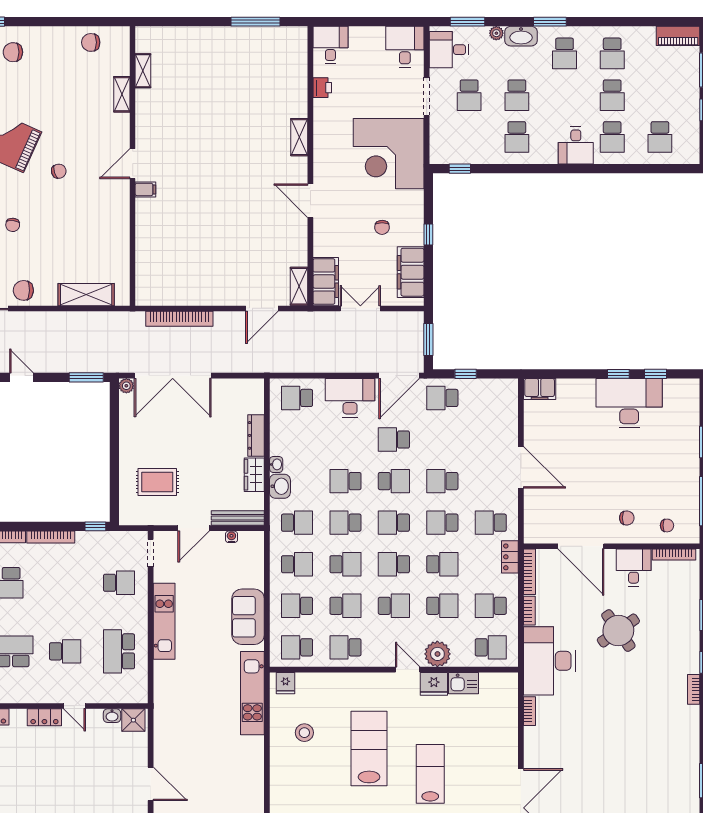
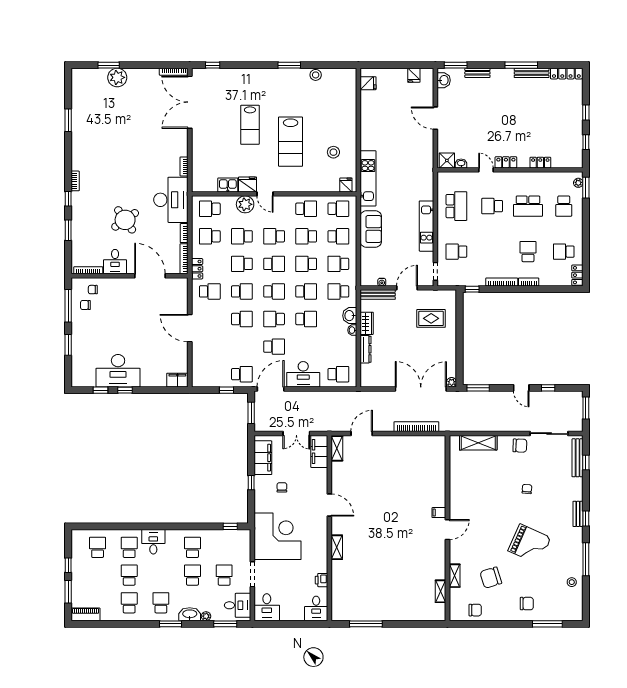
chair: (59, 171) -> (491, 578), moved, width x1.87, depth x1.87
chair: (627, 518) -> (85, 305), moved
school desk: (491, 606) -> (210, 236), turned 180

